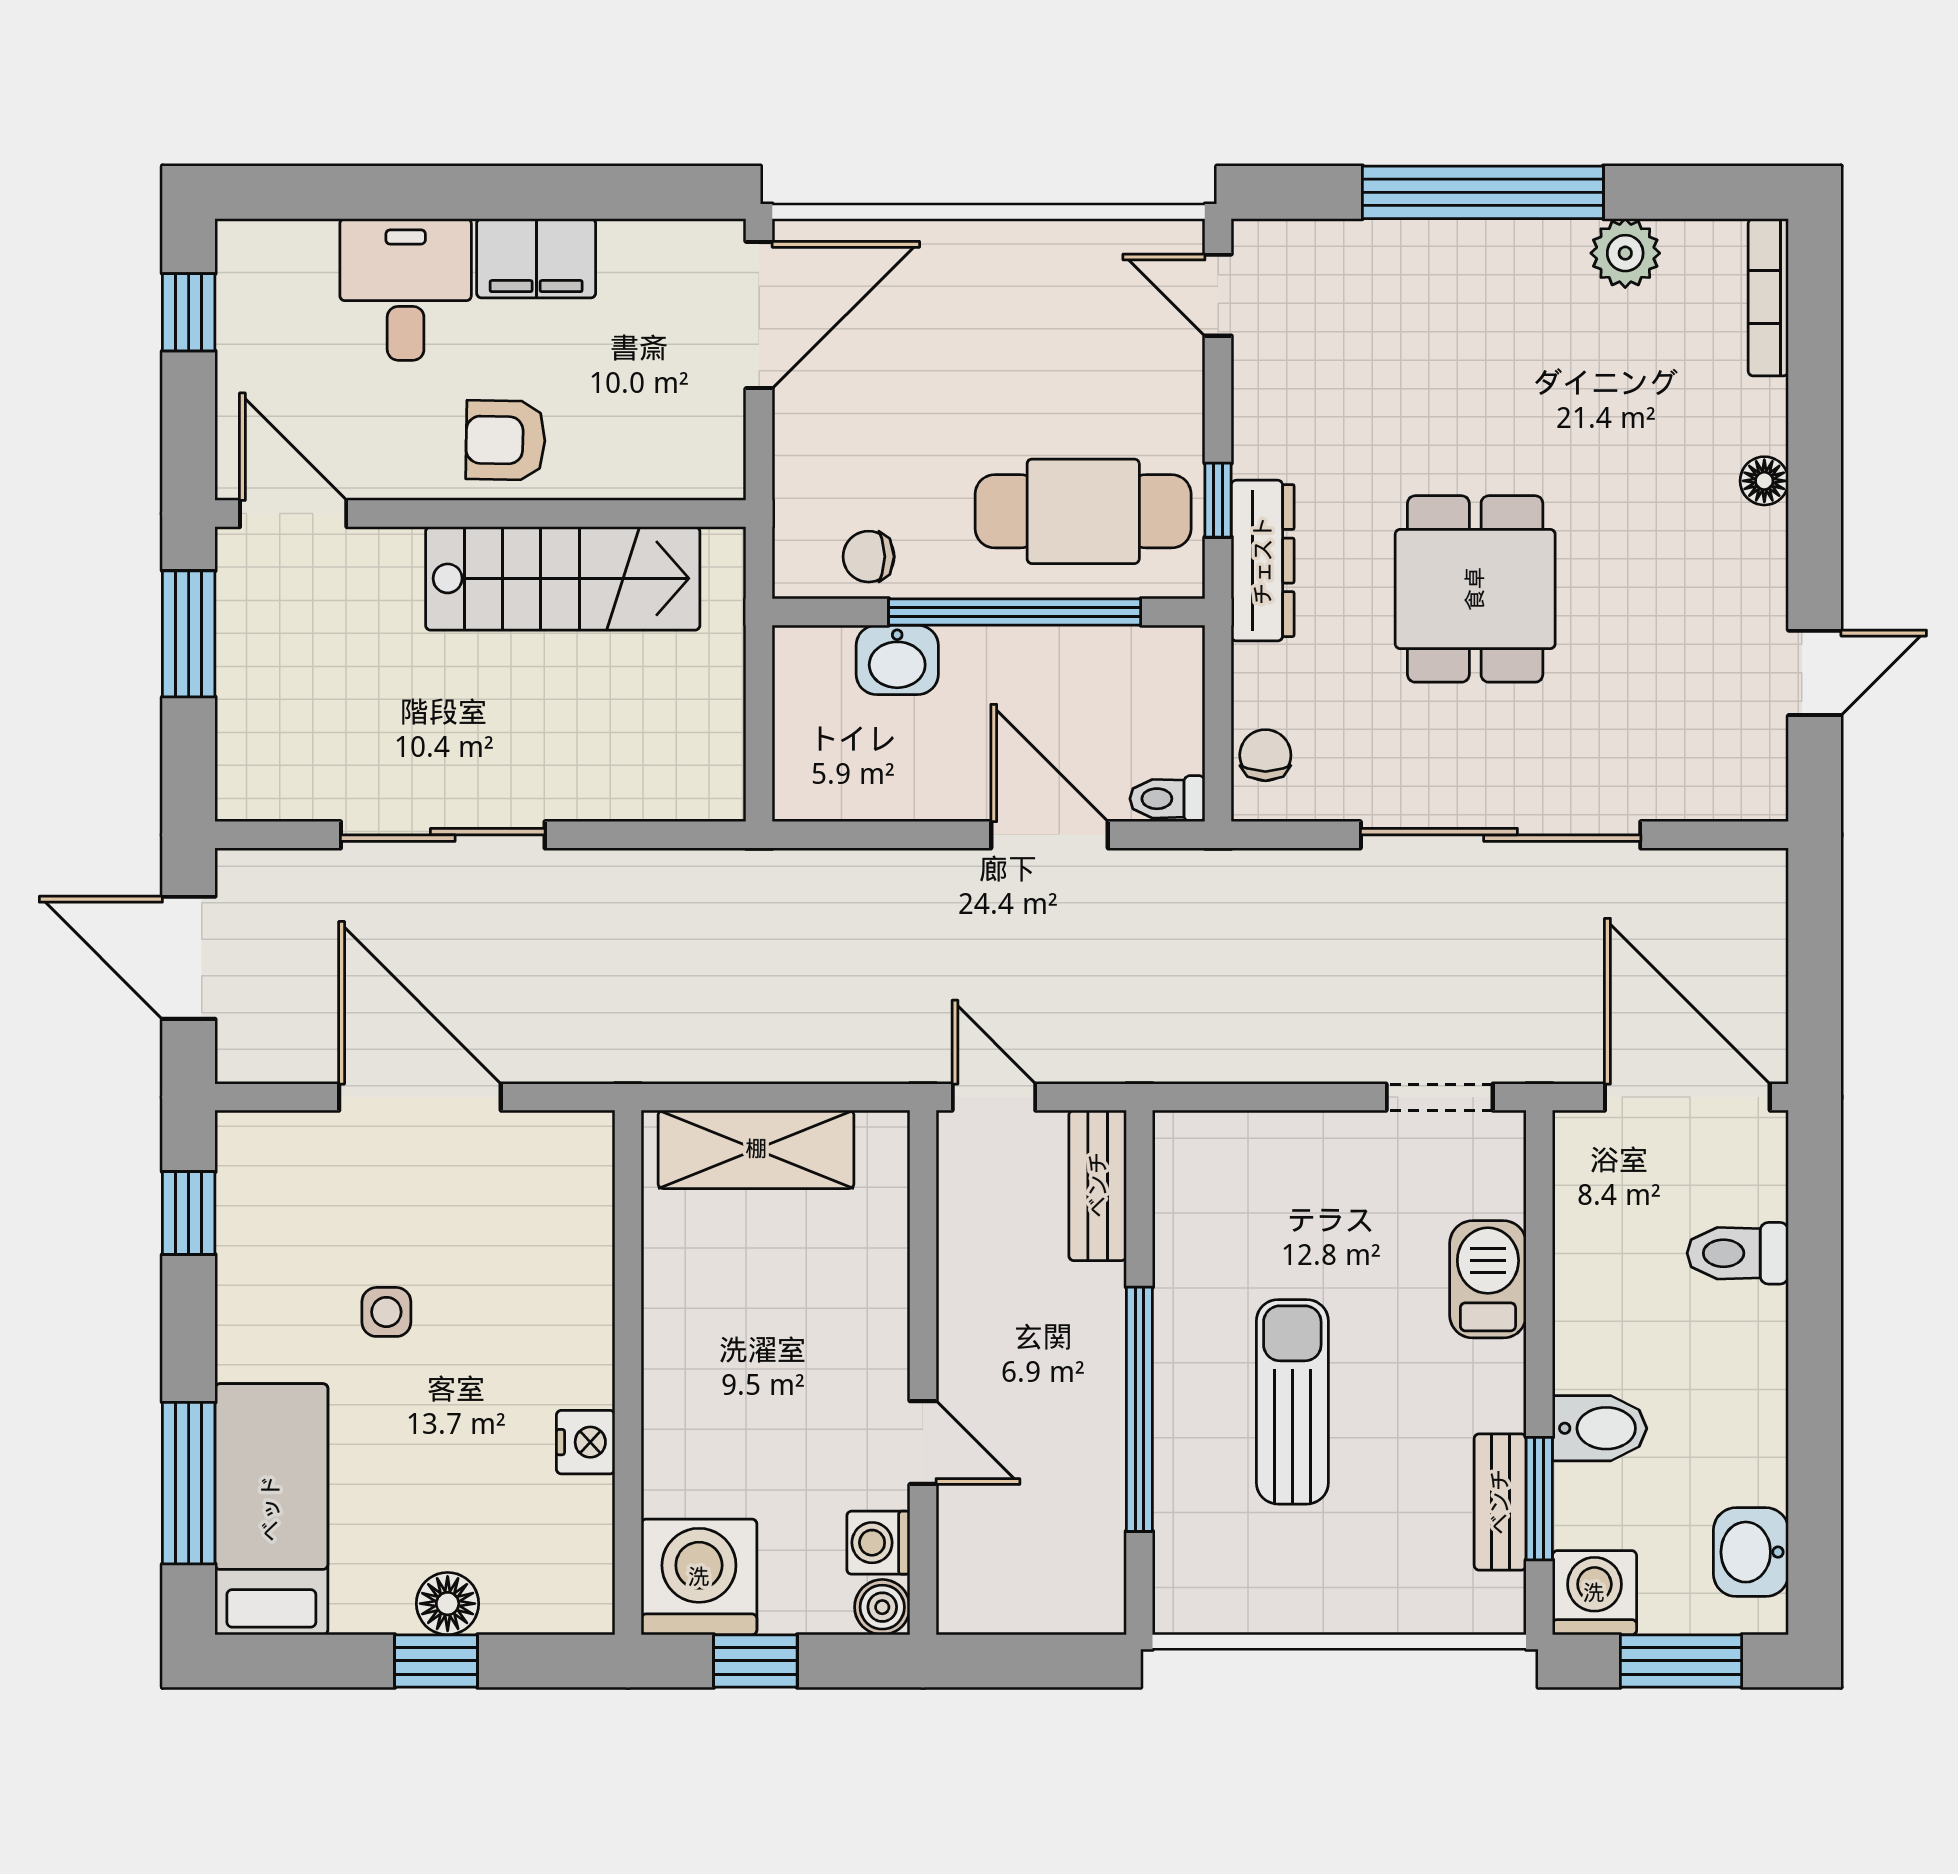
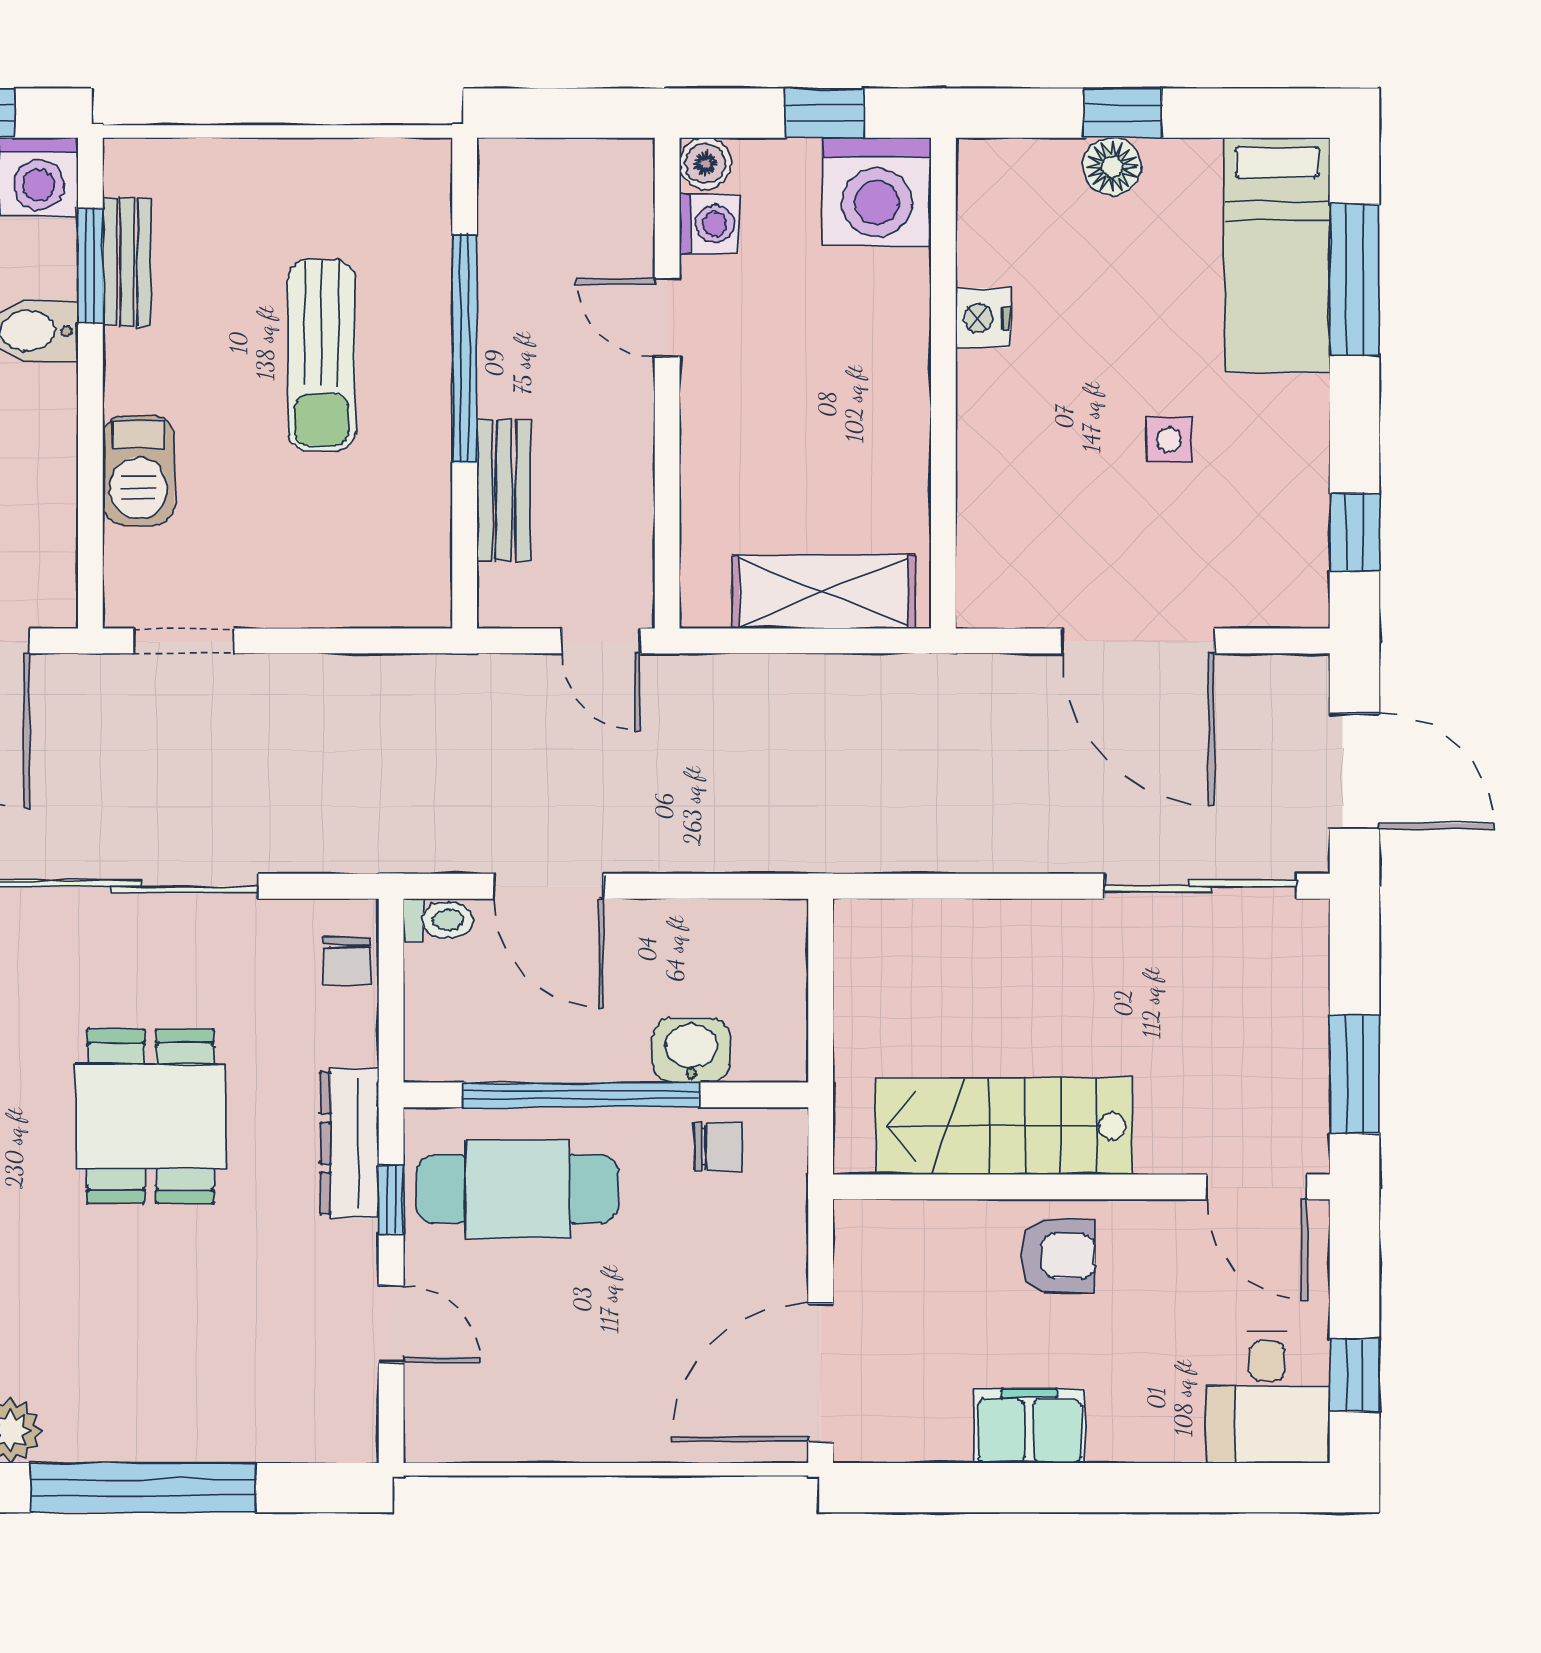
desk: (406, 289) -> (1267, 1397), moved
door: (1218, 295) -> (391, 1324), moved
sliding door: (443, 835) -> (1201, 886), moved
bench: (1098, 1185) -> (504, 490), moved

